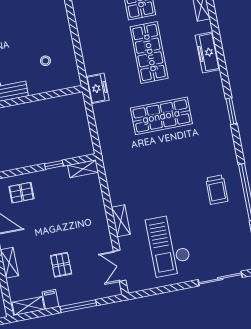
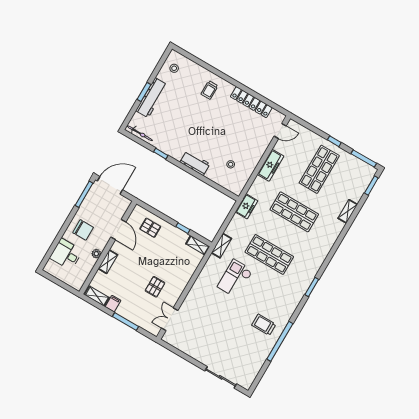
freezer: (208, 52) -> (271, 165), moved, turned 180
shop shelf: (149, 53) -> (294, 212), turned 90
trolley: (217, 190) -> (264, 325), turned 90
shelving: (121, 221) -> (221, 246), moved
checkout: (169, 245) -> (235, 279), moved, width x0.73, depth x0.83
pallet: (61, 265) -> (155, 287), moved

